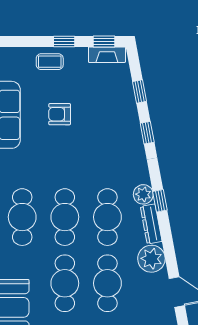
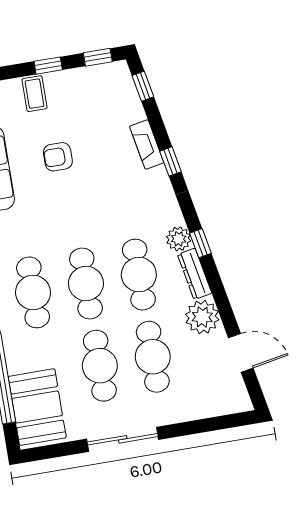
fireplace: (107, 55) -> (147, 145), moved, turned 79
coffee table: (50, 62) -> (35, 94), turned 90
window: (139, 91) -> (143, 86), moved

